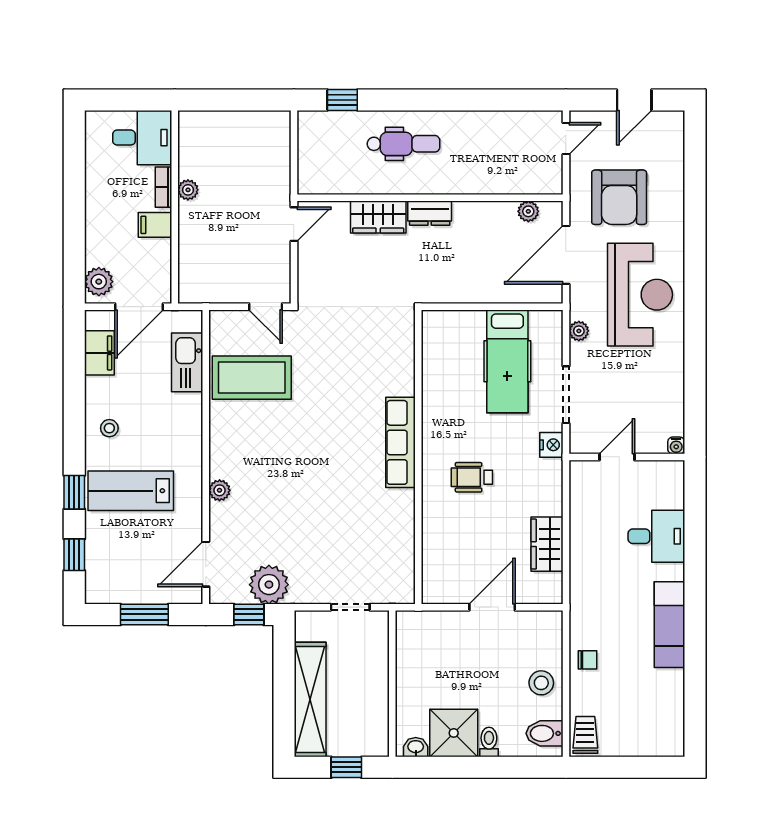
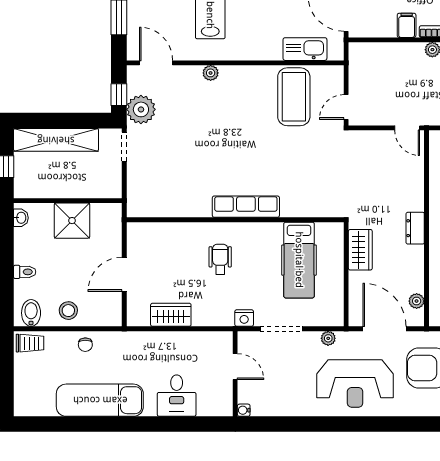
wardrobe: (378, 217) -> (360, 250), moved, turned 180
hospital bed: (507, 361) -> (299, 260), moved, turned -90
doorway: (350, 607) -> (124, 147), moved
door: (492, 607) -> (124, 274), swing flipped
exam couch: (669, 625) -> (100, 400), width x1.36, depth x1.45
shower: (454, 733) -> (72, 221), moved

